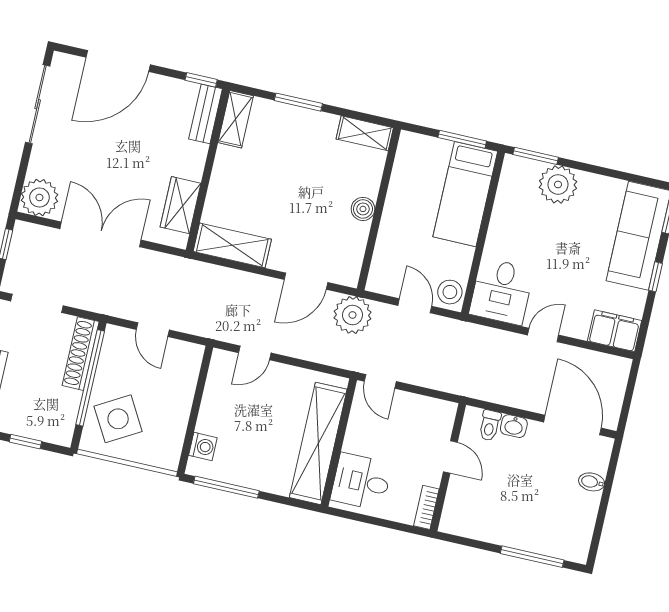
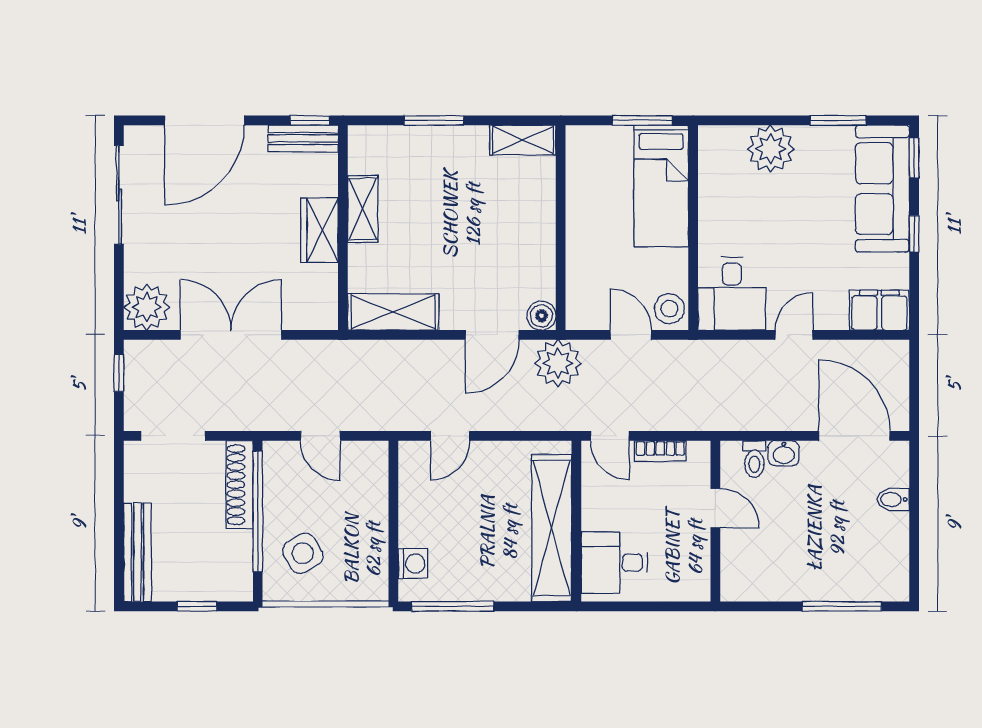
bench: (206, 114) -> (303, 139), moved, turned 90
shelving: (236, 119) -> (363, 209), moved
window: (536, 156) -> (838, 120), moved
wardrobe: (180, 205) -> (320, 230), moved
boiler: (363, 209) -> (541, 316), moved
side table: (118, 419) -> (303, 553), width x0.73, depth x0.73
bookcase: (426, 507) -> (660, 451), moved, turned -90

